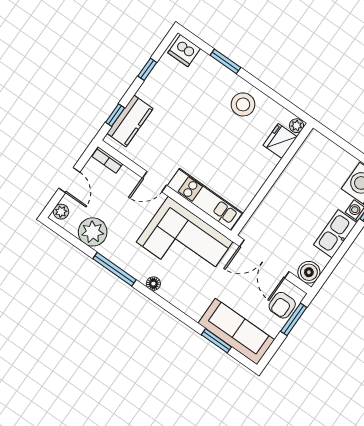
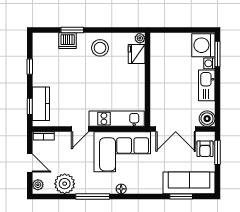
dishwasher: (184, 51) -> (68, 41), moved

